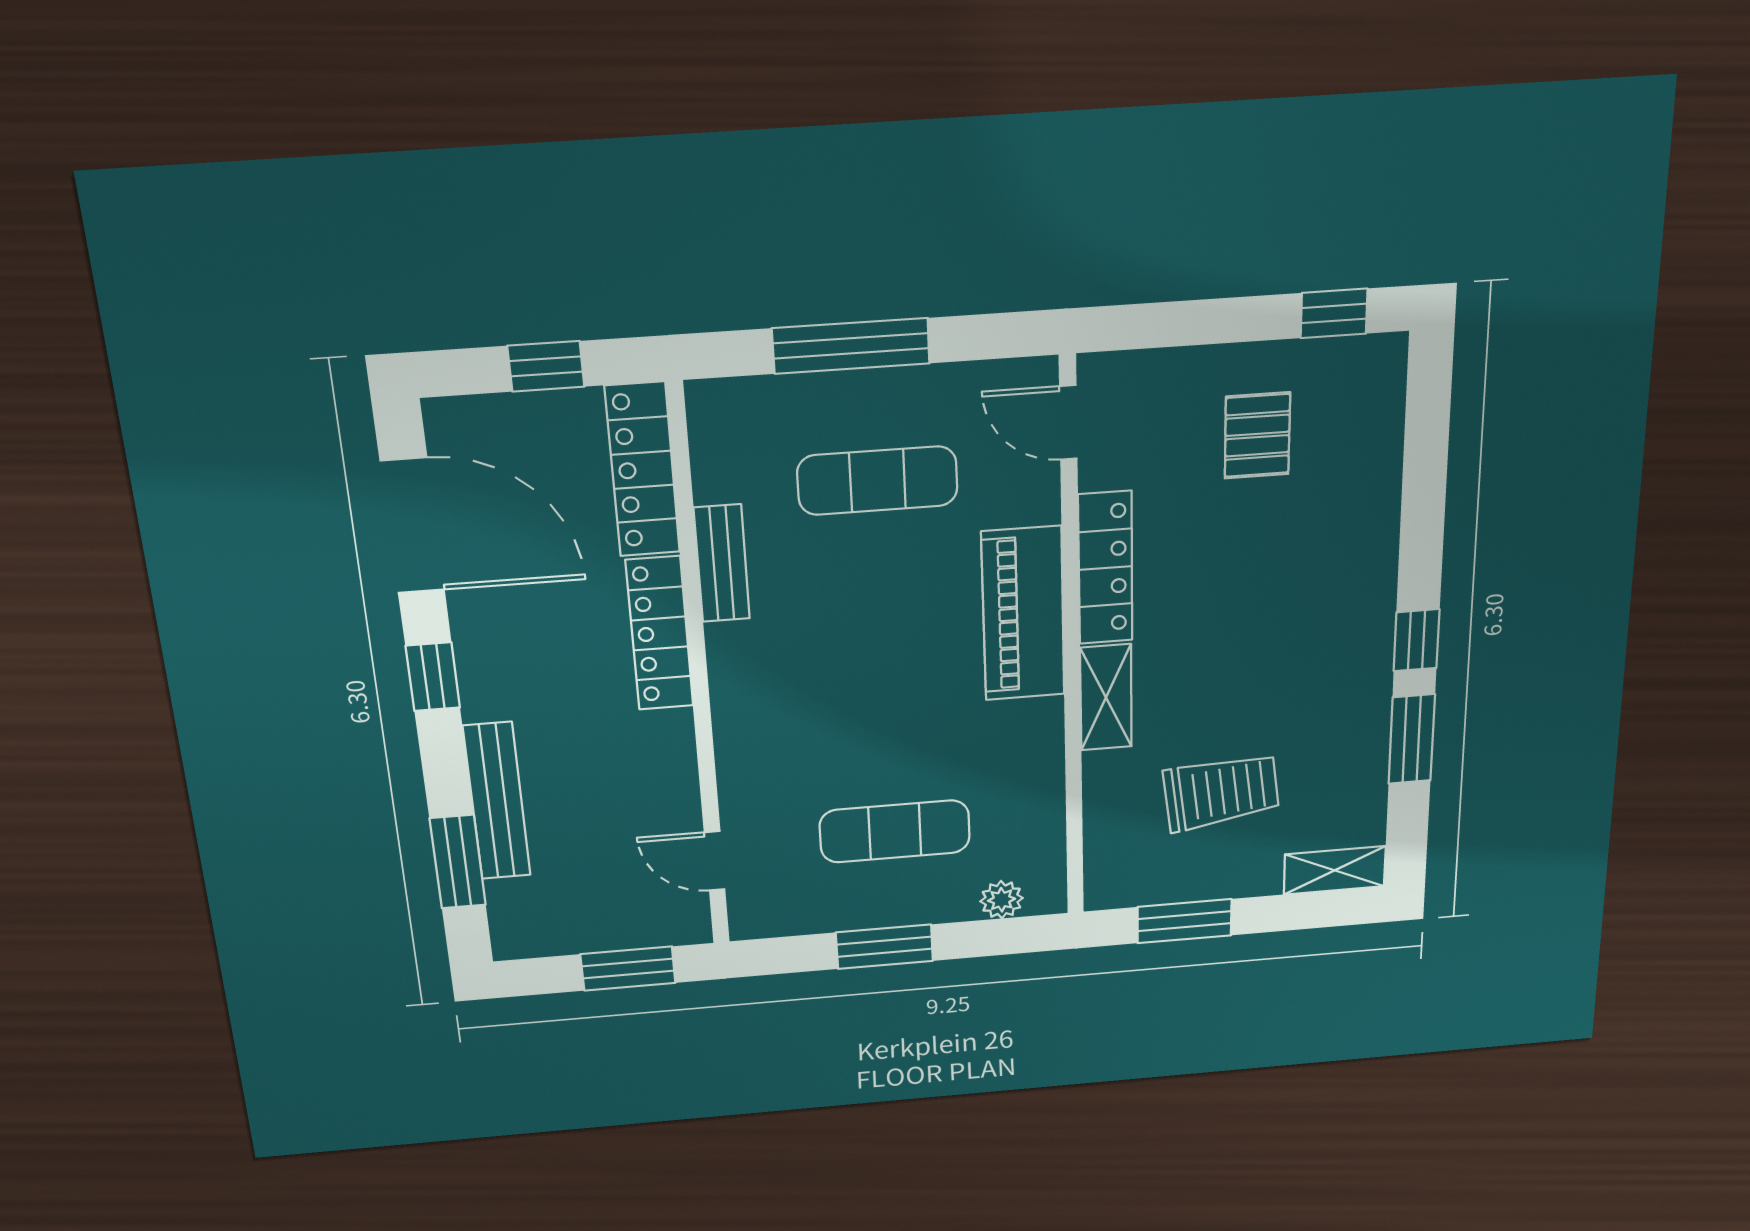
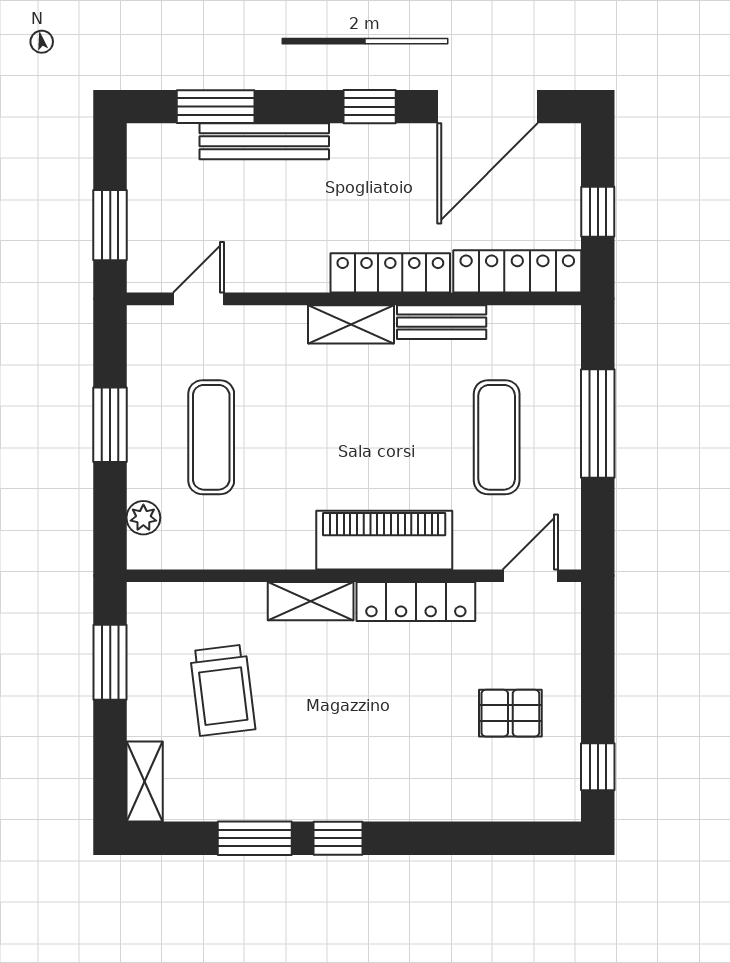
shelving: (734, 677) -> (351, 324), added

